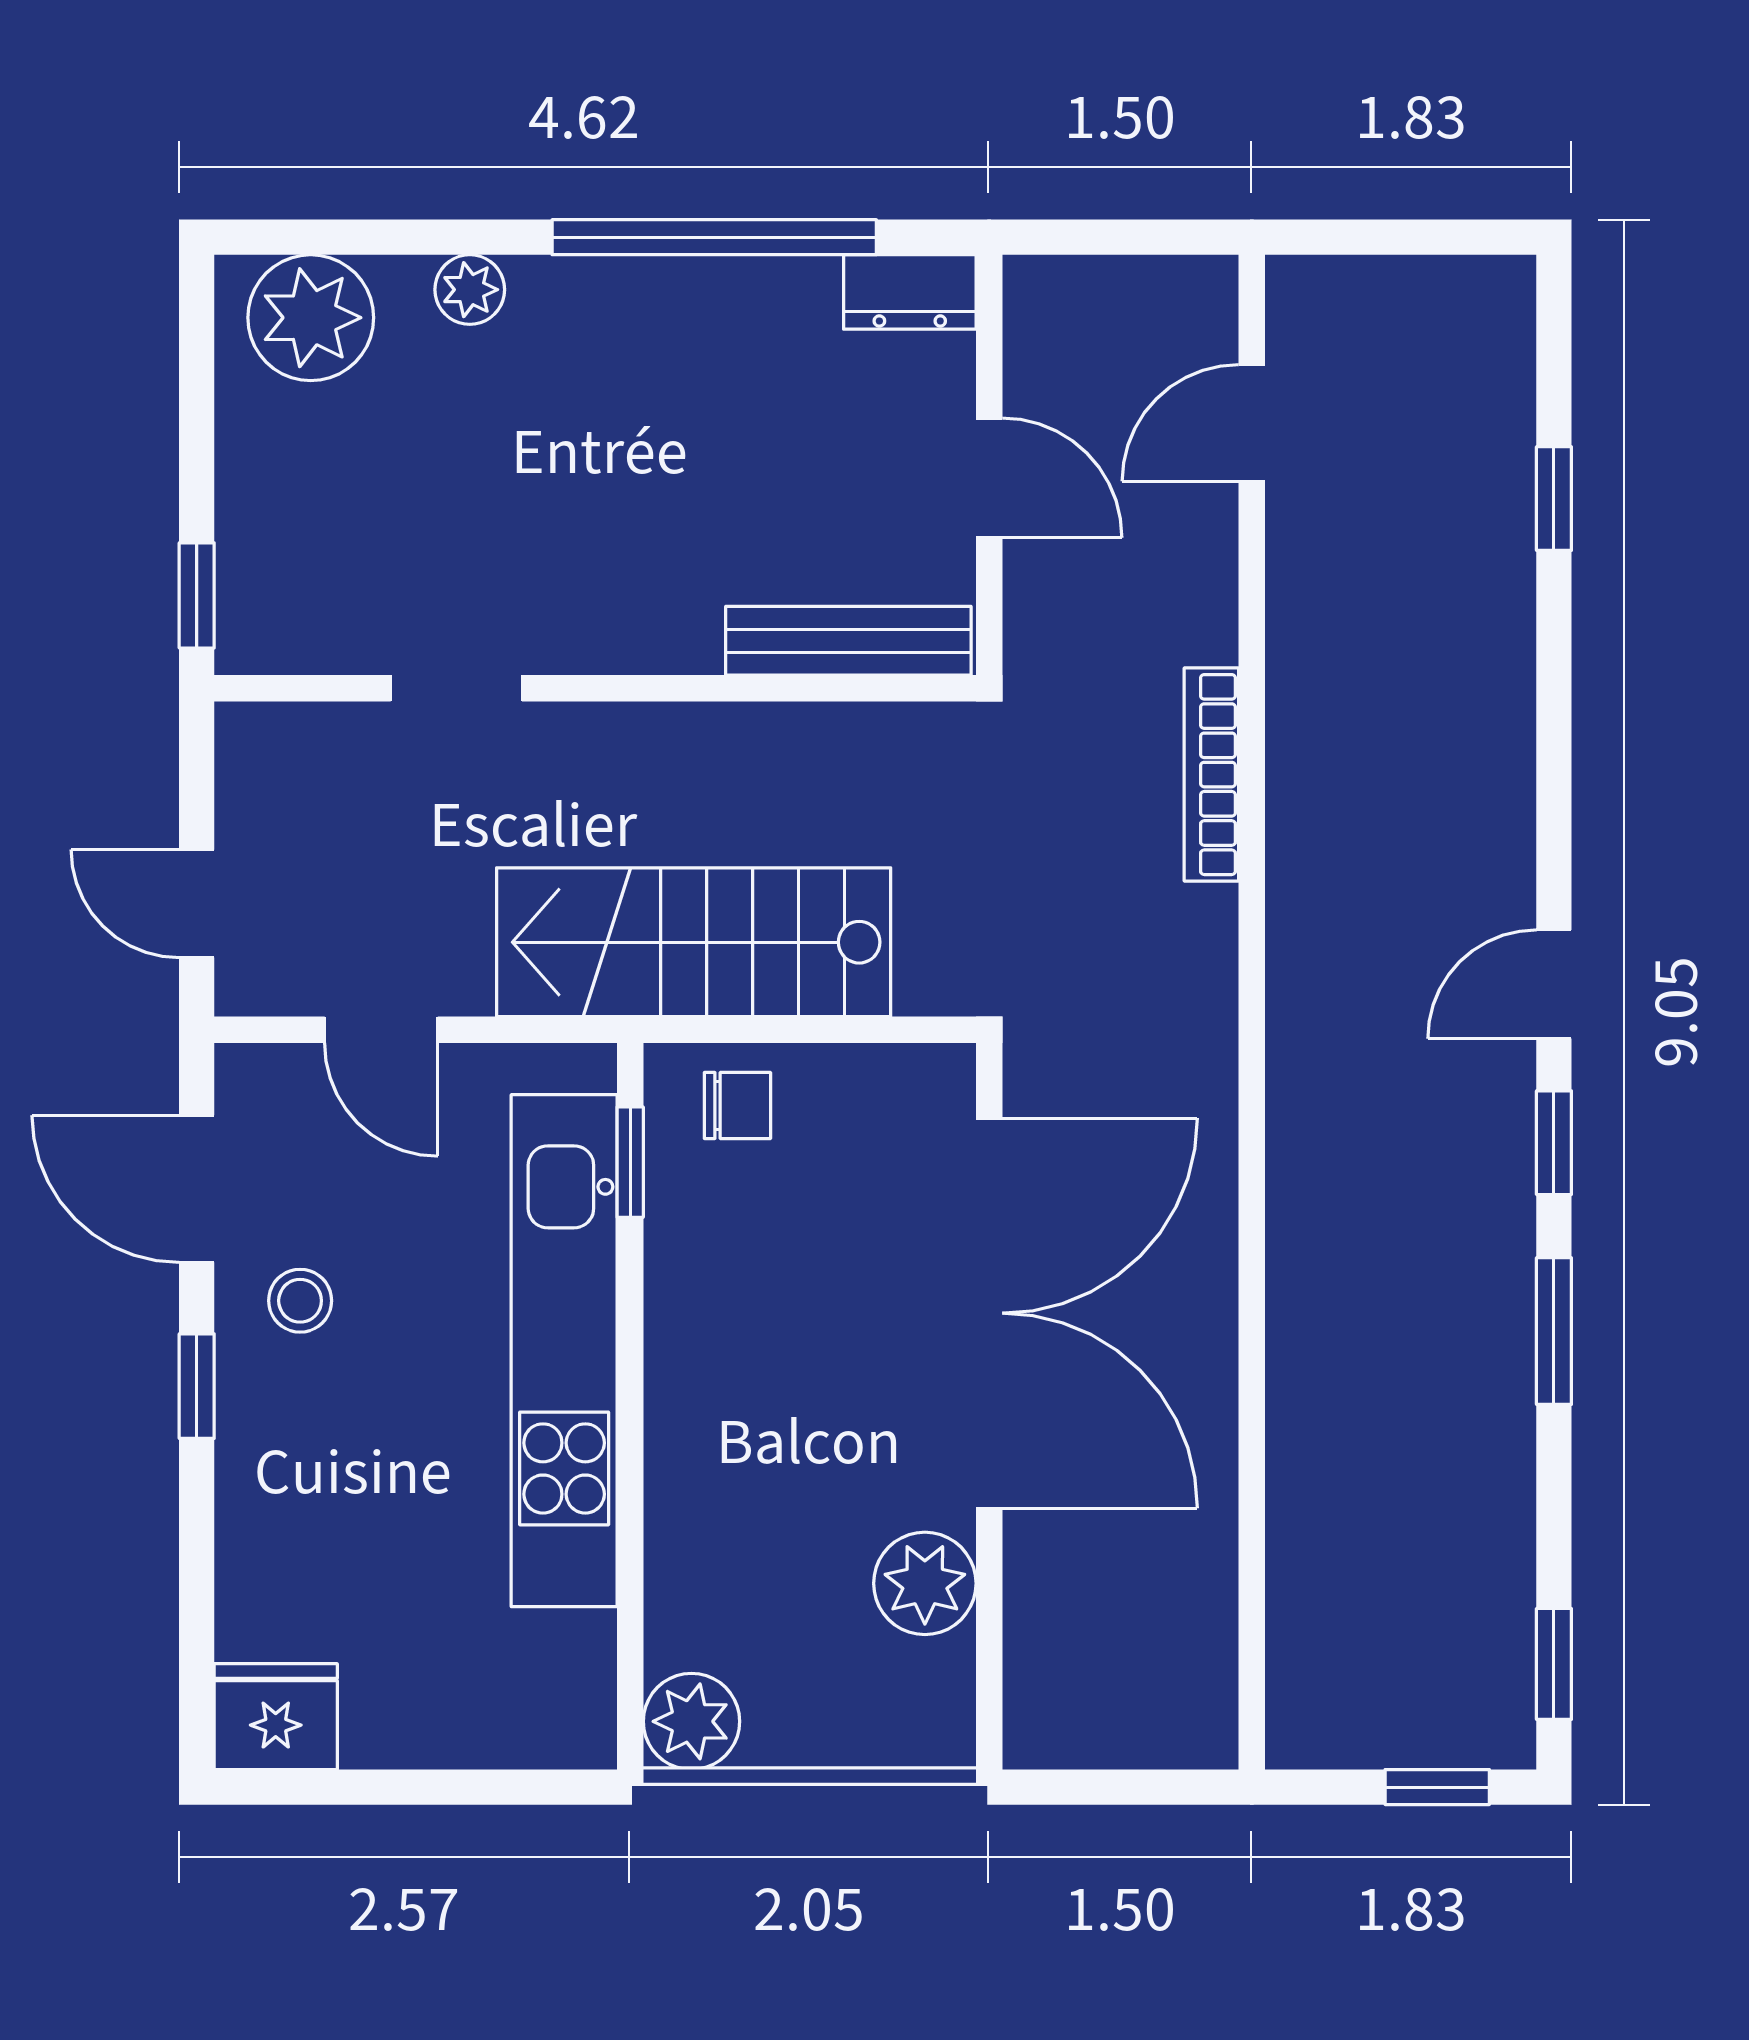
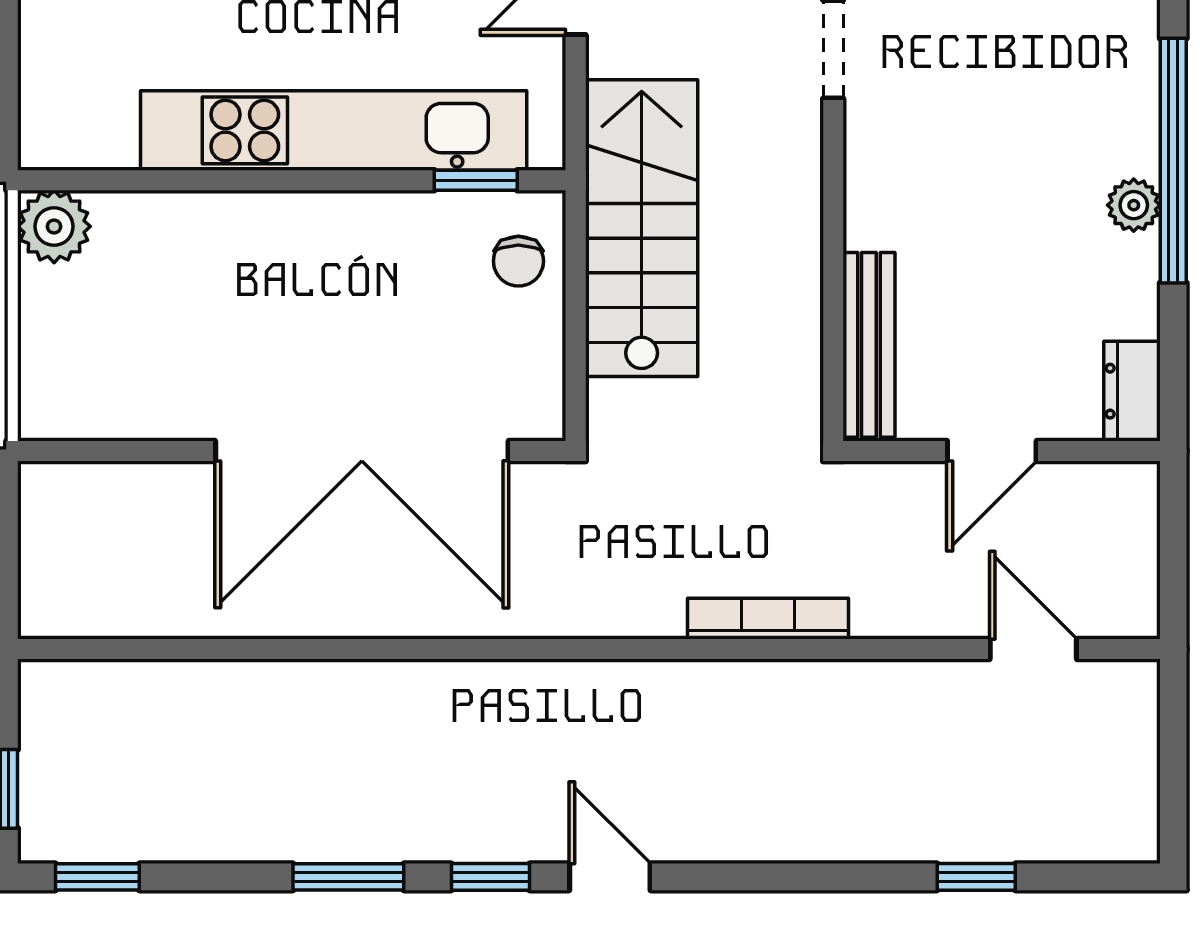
window: (714, 237) -> (1173, 161), moved
plant: (470, 290) -> (1134, 205), moved
plant: (925, 1583) -> (158, 402), removed

